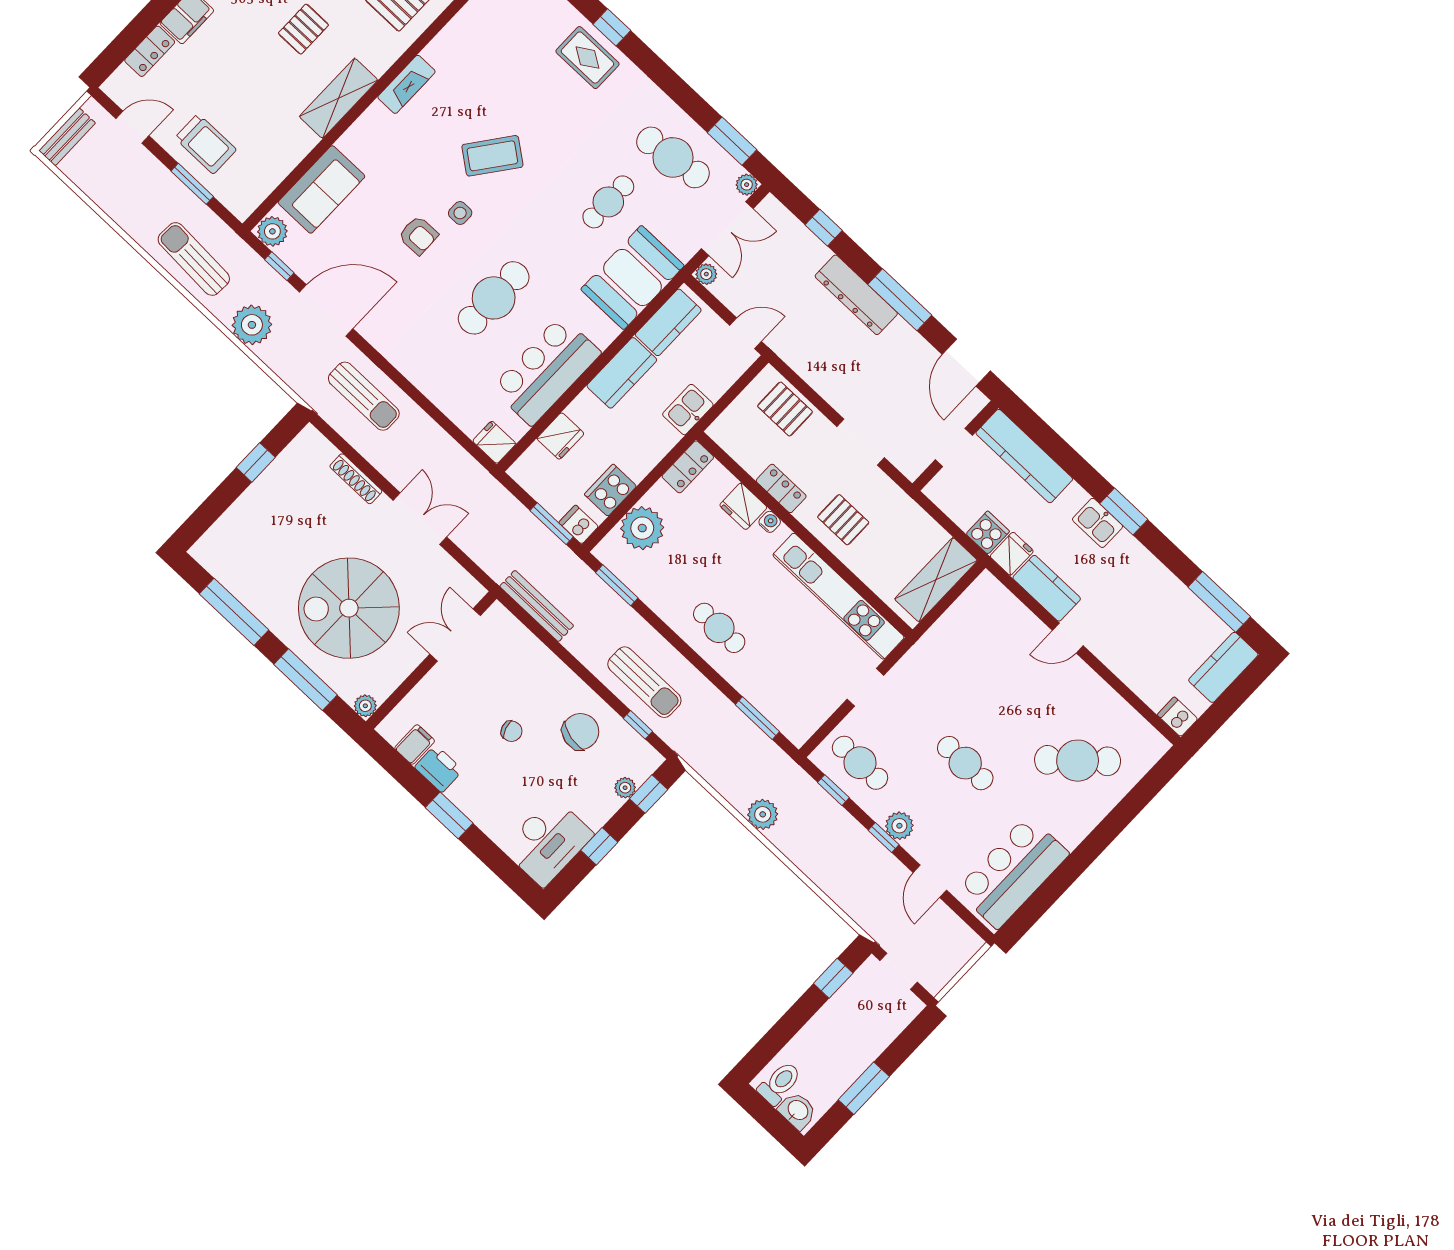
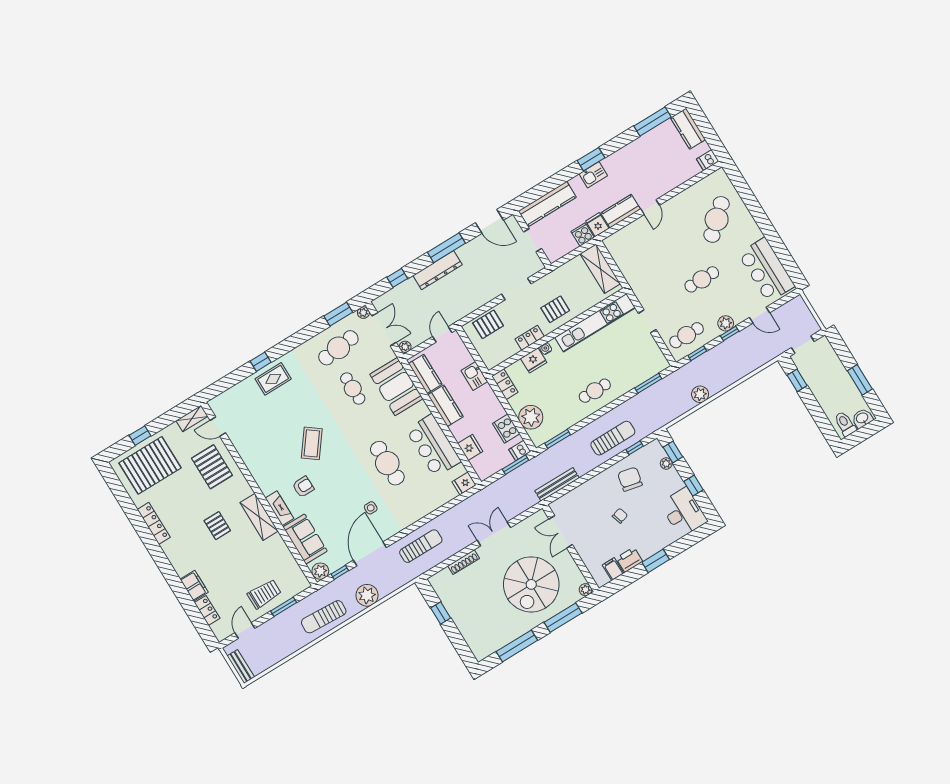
fireplace: (407, 84) -> (280, 508), moved
side table: (460, 213) -> (371, 508), moved
armchair: (418, 235) -> (303, 487), moved

